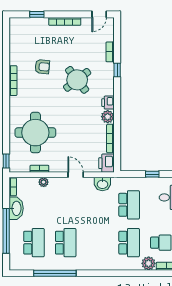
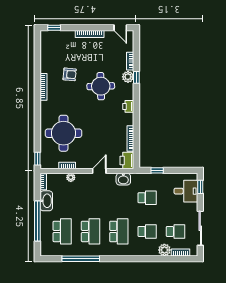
window: (37, 14) -> (54, 28), moved
door: (99, 14) -> (120, 28), hinge flipped
round table: (77, 80) -> (101, 86), turned 36
plant: (108, 117) -> (128, 77), moved
window: (152, 174) -> (157, 170), moved
door: (76, 175) -> (99, 171), hinge flipped
school desk: (129, 205) -> (147, 198), width x0.54
school desk: (97, 243) -> (119, 231), added
school desk: (129, 243) -> (147, 231), width x0.54

